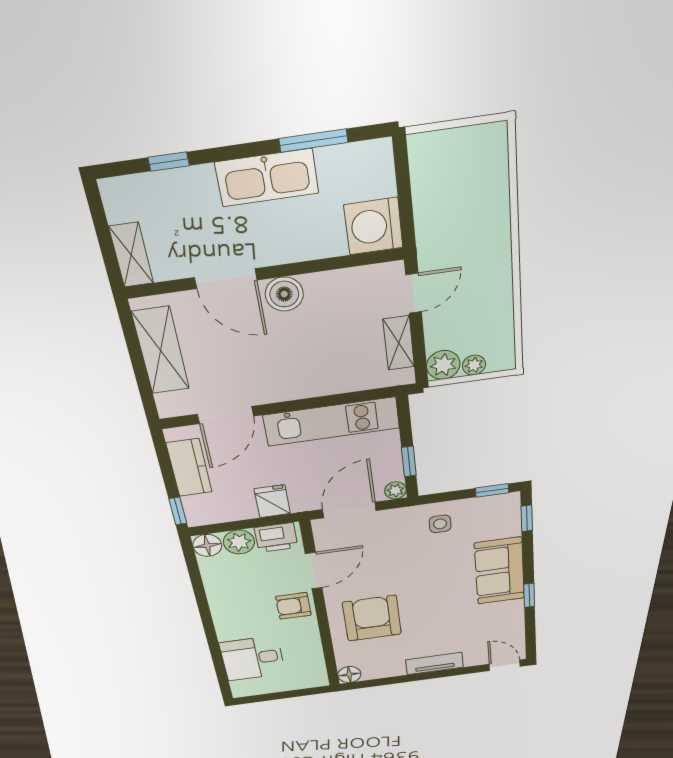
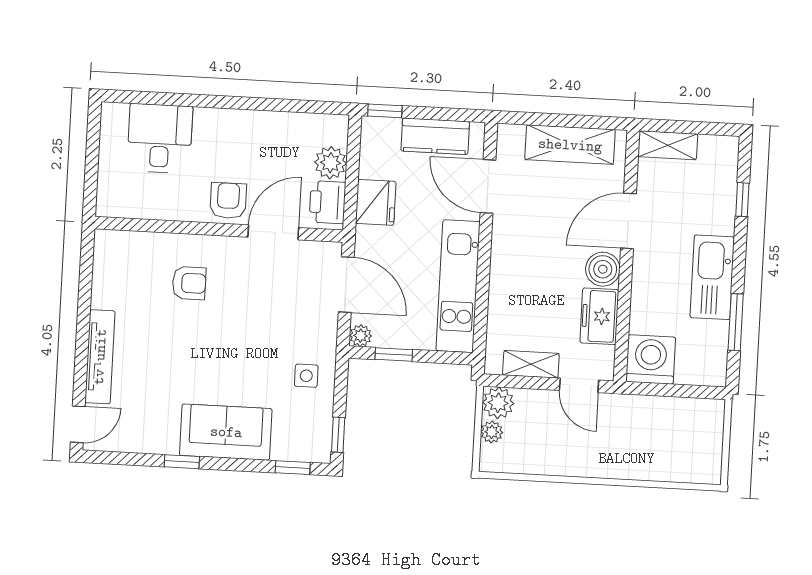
freezer: (336, 288) -> (599, 316), added
fridge: (272, 501) -> (376, 202), width x1.38
floor lamp: (207, 545) -> (334, 129), removed
door: (314, 571) -> (273, 232), swing flipped
armchair: (372, 618) -> (189, 283), width x0.53, depth x0.53
tv unit: (434, 663) -> (100, 357), width x1.41
floor lamp: (349, 674) -> (107, 243), removed

